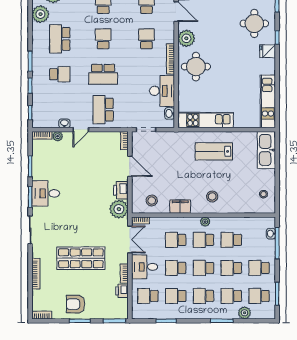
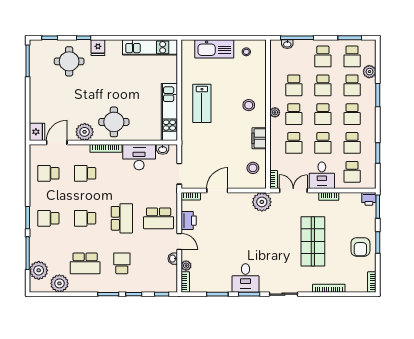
kitchen sink: (266, 150) -> (214, 49), moved
printer: (121, 190) -> (189, 221), moved, turned -90
printer: (122, 291) -> (369, 199), moved

